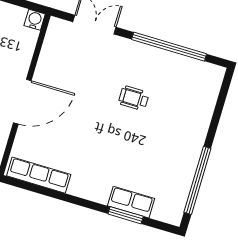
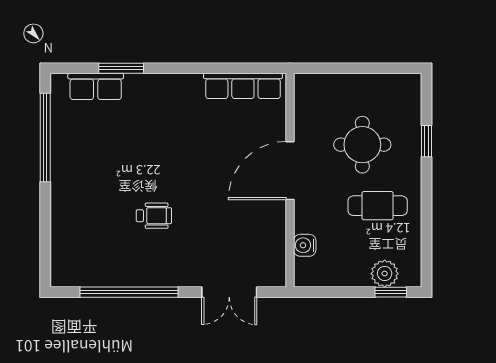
water cooler: (35, 20) -> (305, 245), moved, turned 90
row of seats: (131, 202) -> (96, 86), moved

